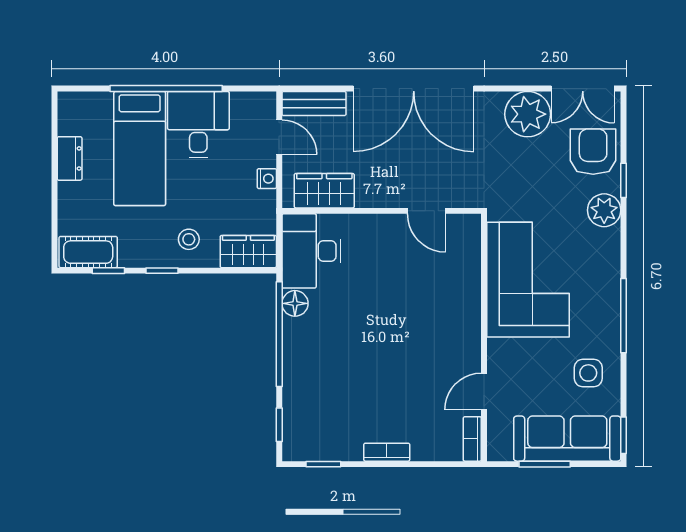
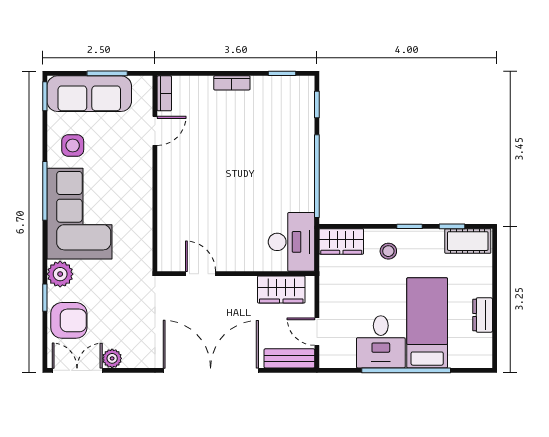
plant: (528, 114) -> (112, 358), width x0.53, depth x0.53
armchair: (593, 152) -> (69, 320), turned -90
nightstand: (267, 179) -> (327, 299), removed
corner sofa: (528, 280) -> (80, 214), moved, turned 180
floor lamp: (295, 303) -> (304, 200), removed

